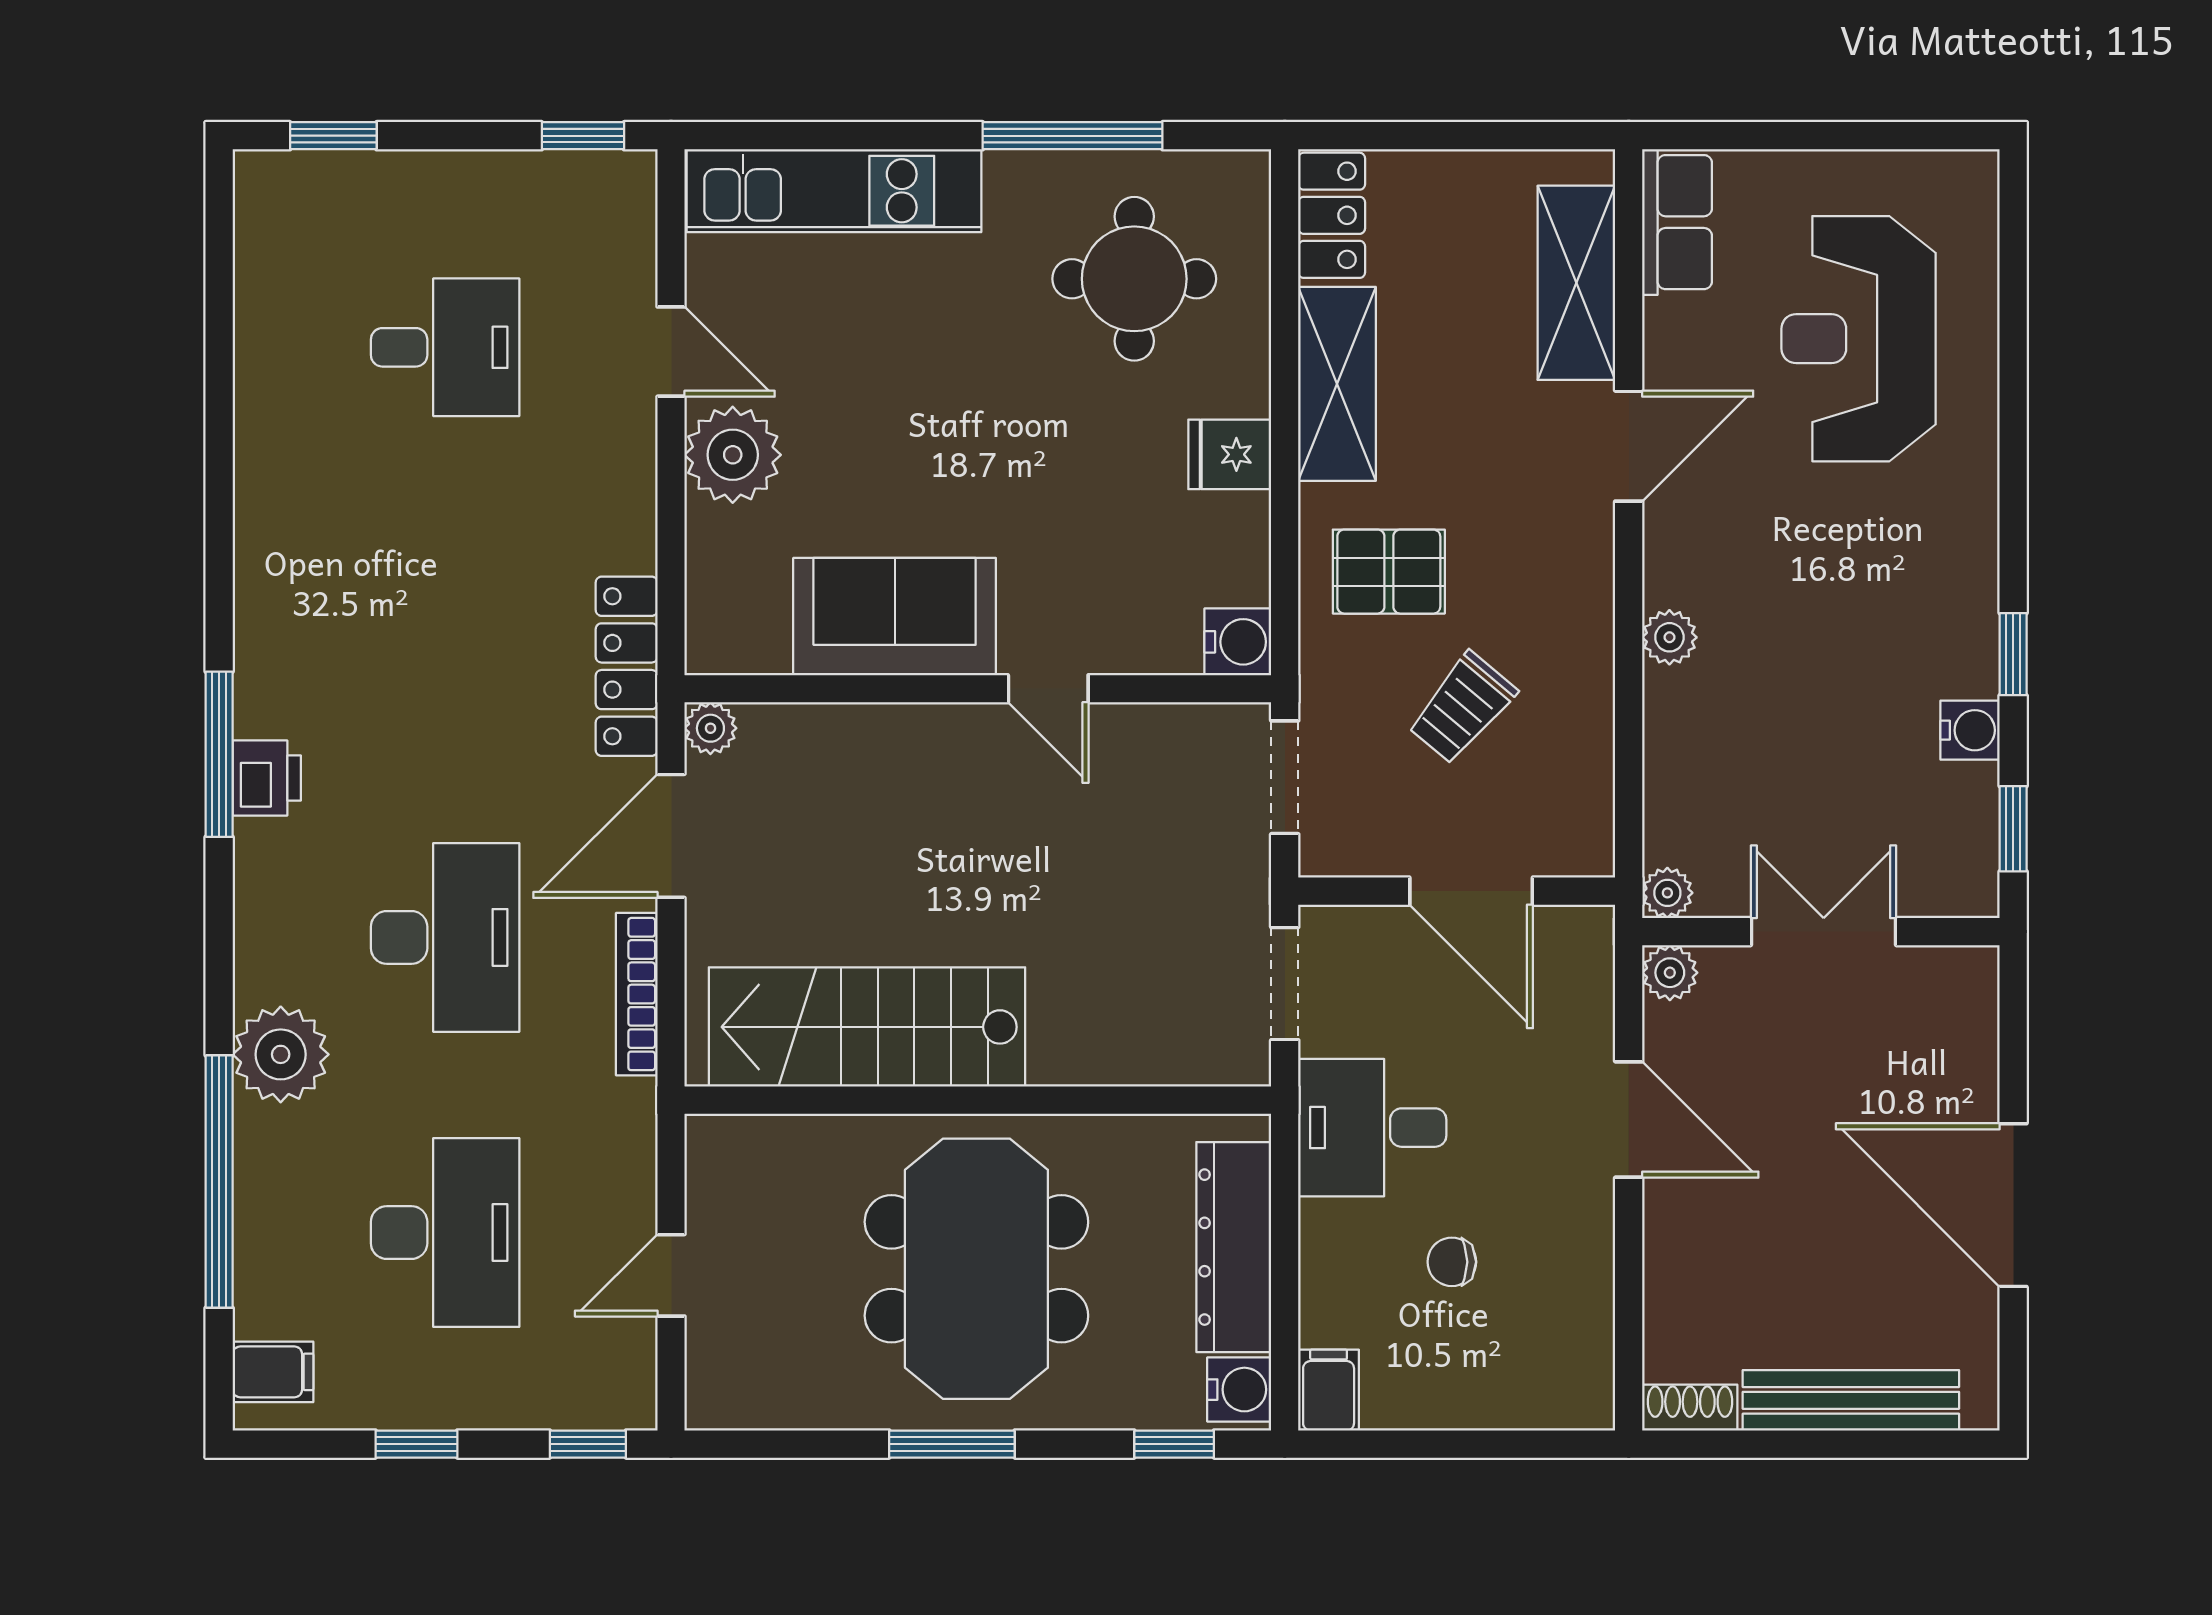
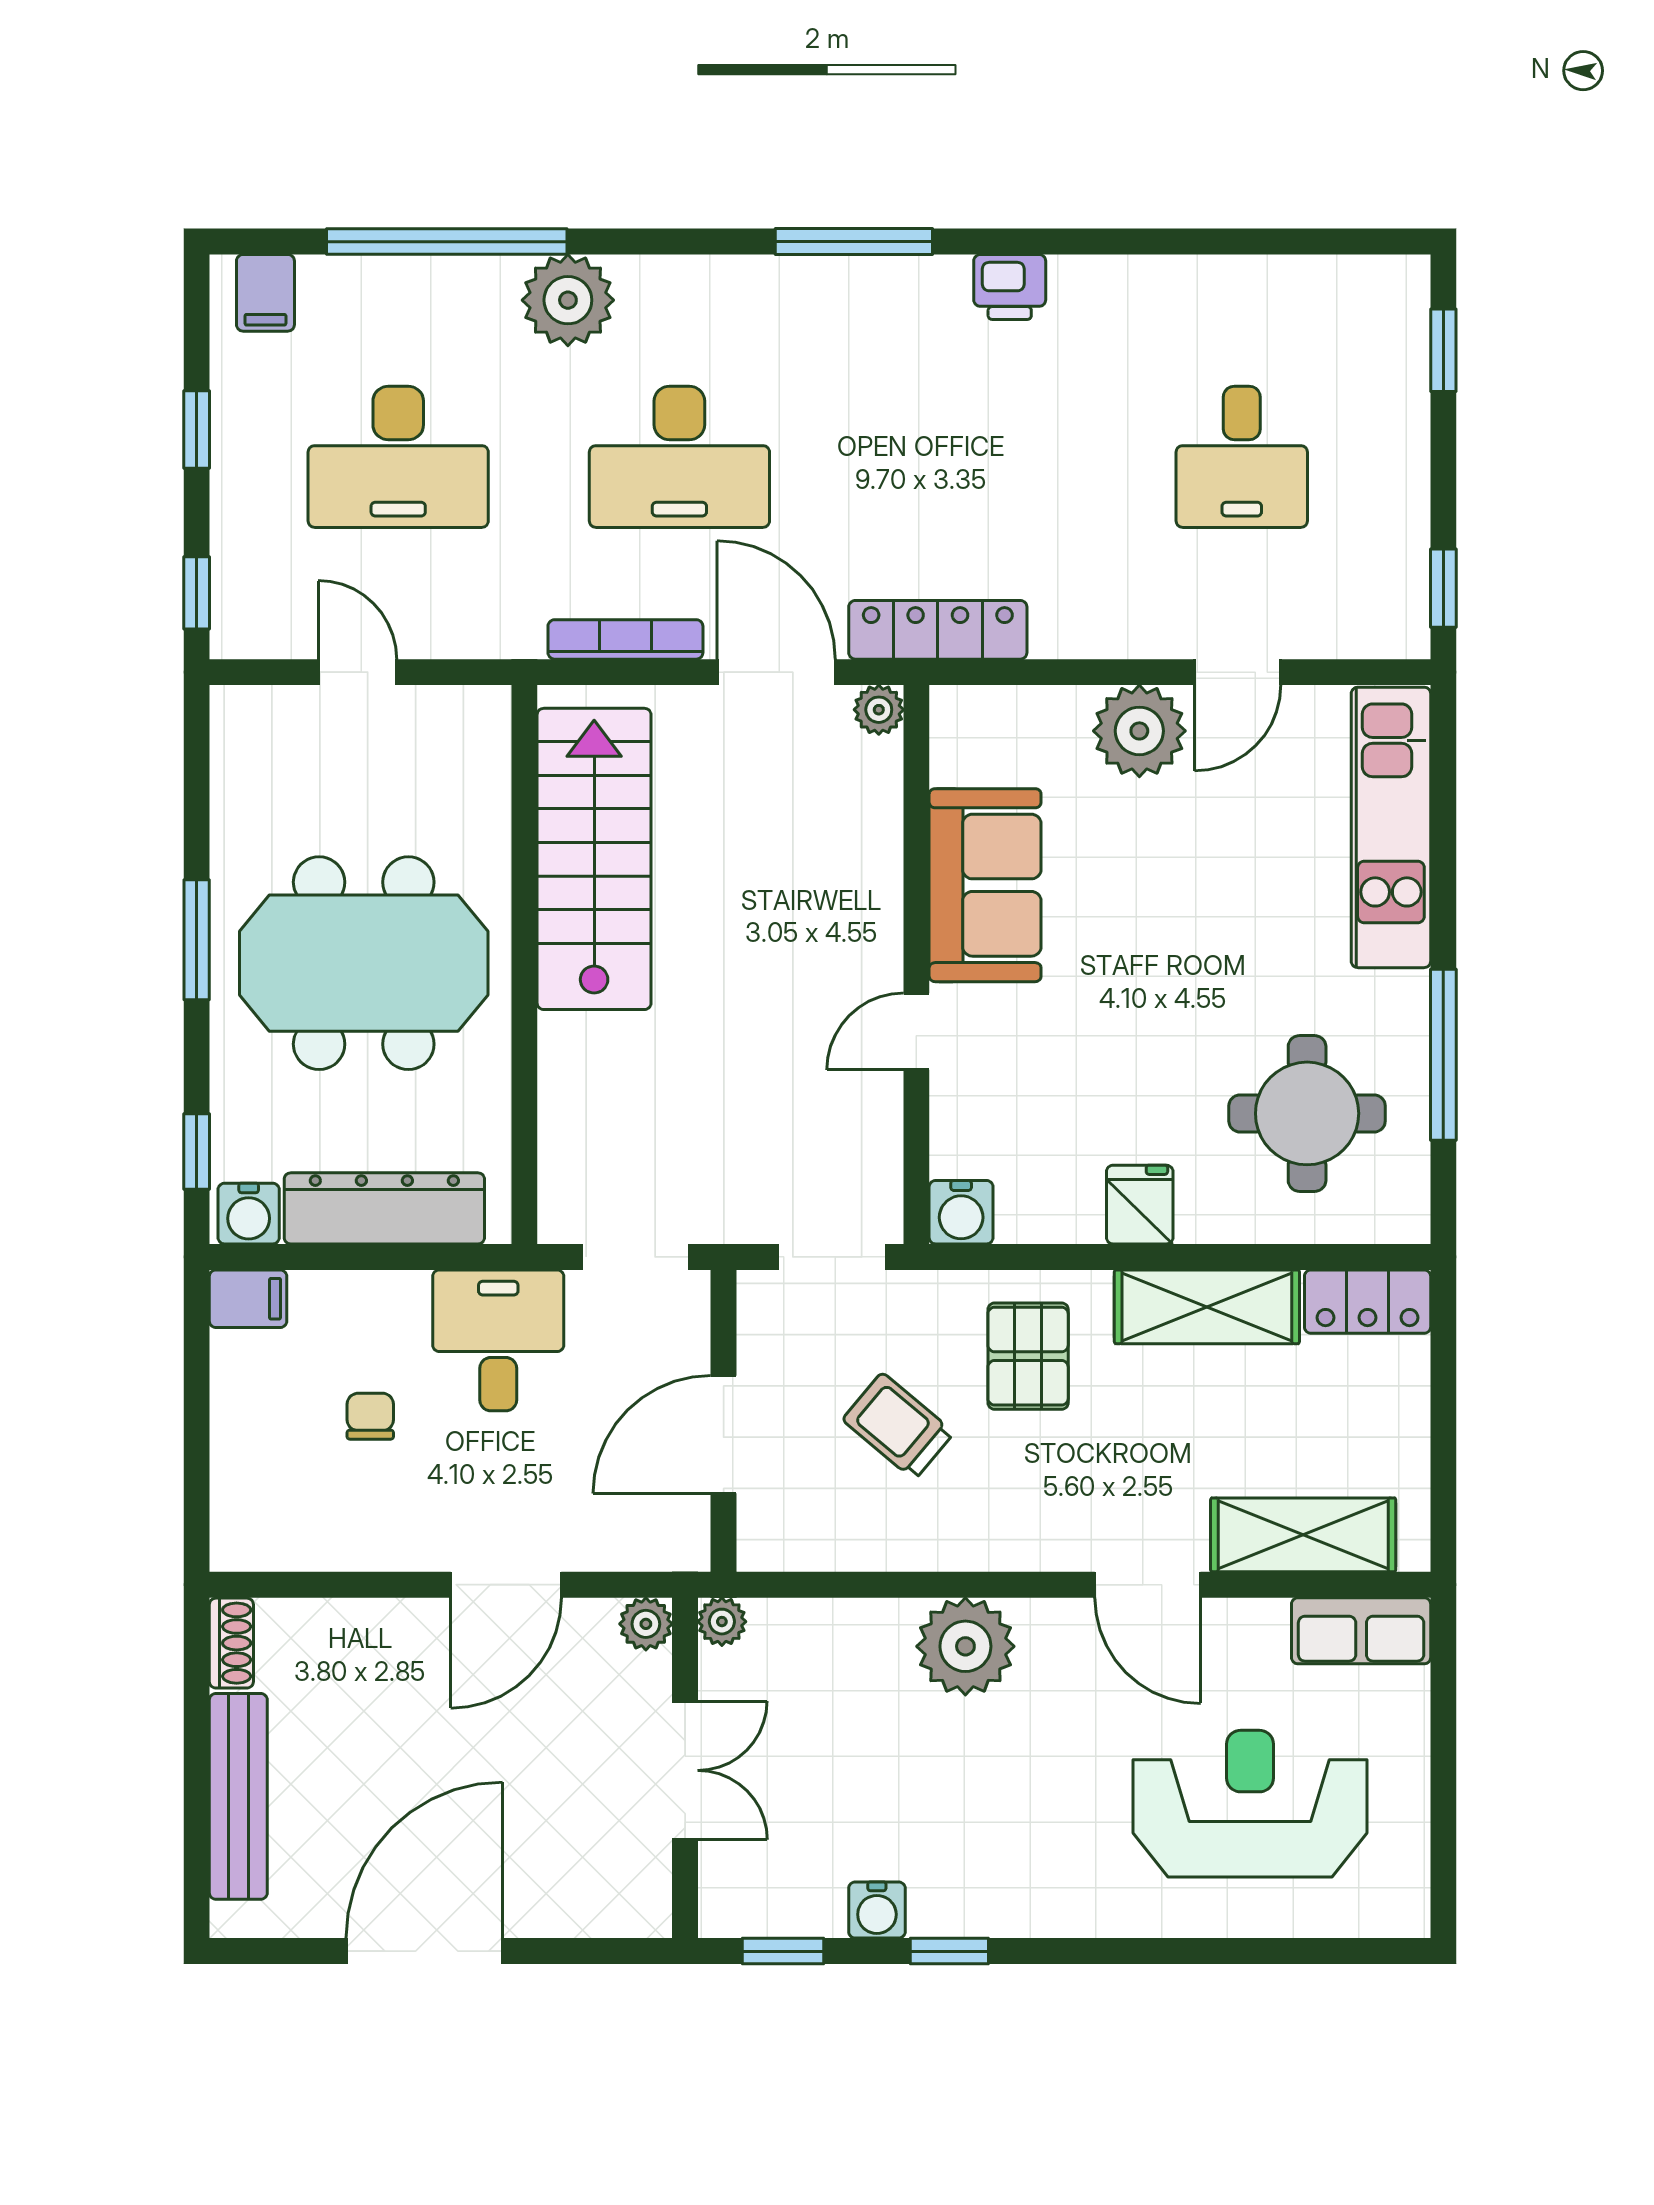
plant: (1669, 637) -> (965, 1646), width x1.88, depth x1.88
printer: (267, 778) -> (1010, 287), moved

